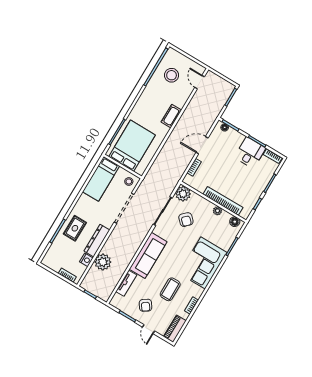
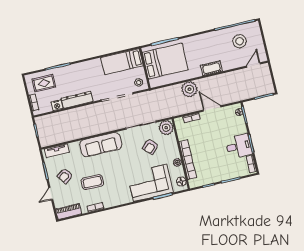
rug: (75, 228) -> (44, 83), moved
plant: (103, 262) -> (189, 89), moved
corner sofa: (203, 263) -> (150, 183), moved
tv unit: (126, 283) -> (57, 151), moved

